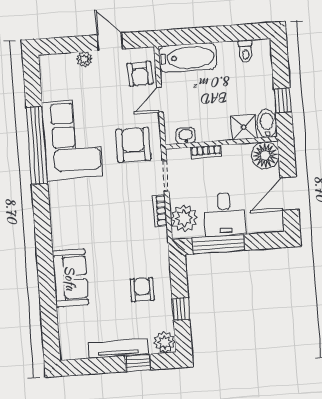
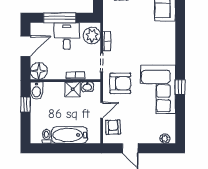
bathtub: (188, 58) -> (70, 135), moved
plant: (84, 59) -> (165, 139), moved
shower: (244, 127) -> (73, 89), moved
armchair: (133, 145) -> (120, 83), turned -90
window: (37, 146) -> (180, 87), width x0.32
window: (219, 244) -> (60, 18), moved

